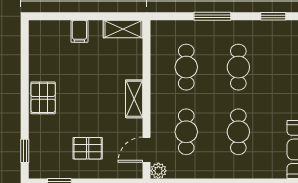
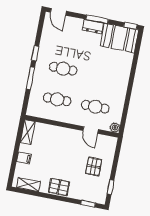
window: (273, 16) -> (35, 53), moved
shelving: (134, 99) -> (28, 185), moved
cafe table: (238, 132) -> (101, 76), removed
door: (147, 150) -> (91, 130), moved

